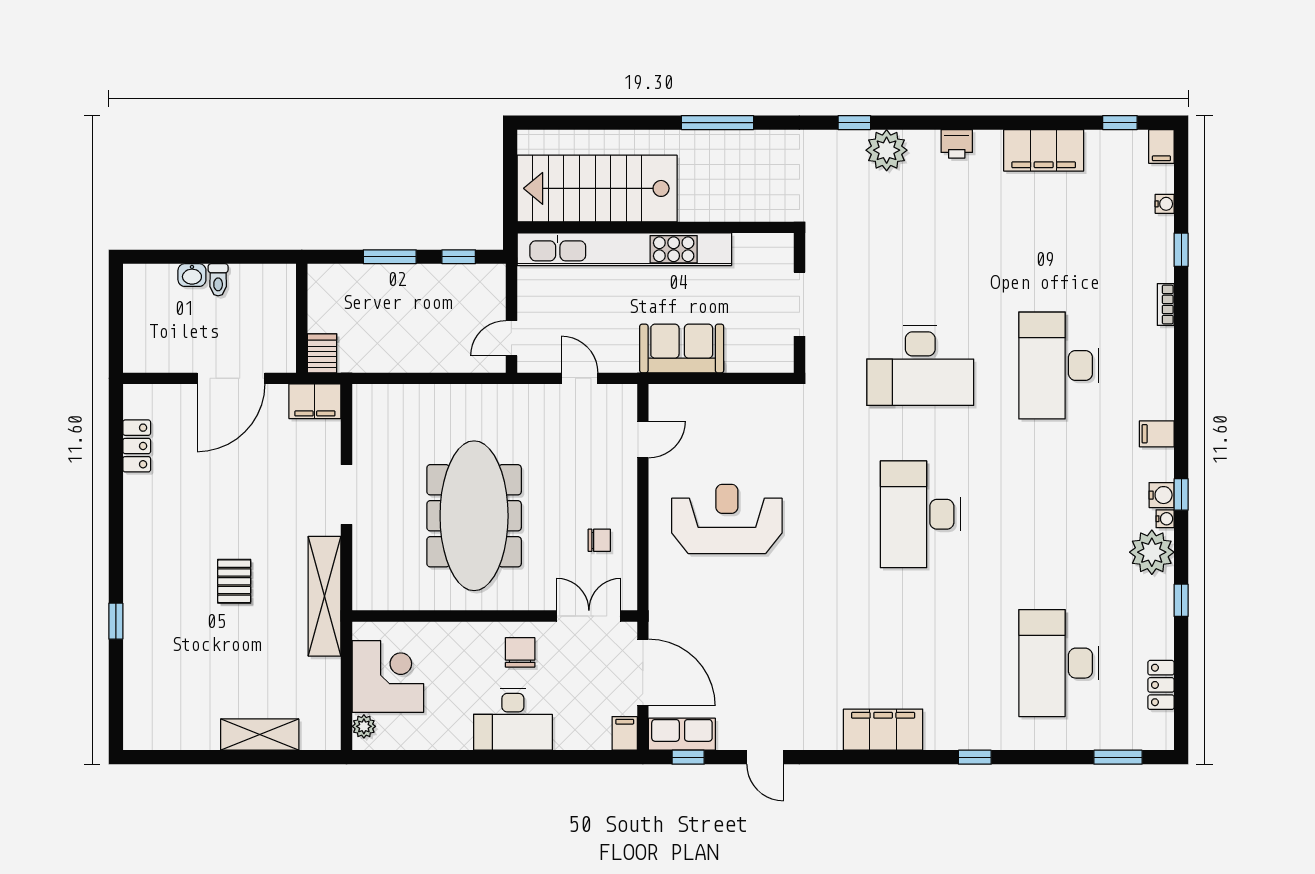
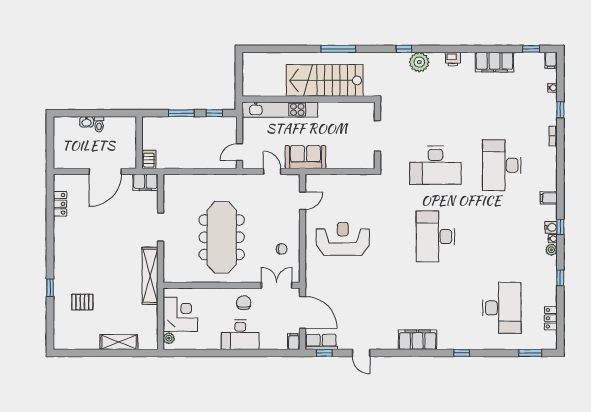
stairs: (597, 188) -> (325, 80), moved
kitchen unit: (624, 249) -> (280, 110), width x0.73
sofa: (682, 348) -> (305, 157), moved
plant: (1152, 552) -> (551, 250), width x0.53, depth x0.53
pallet: (234, 581) -> (82, 302), moved, turned 90
desk: (1059, 663) -> (502, 308), turned 180

